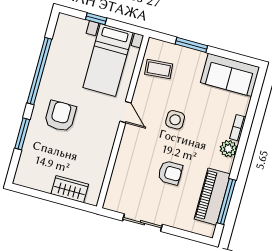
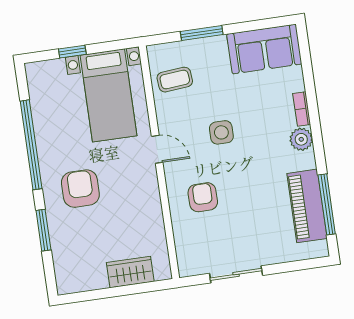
armchair: (170, 173) -> (203, 197), moved, turned -90

